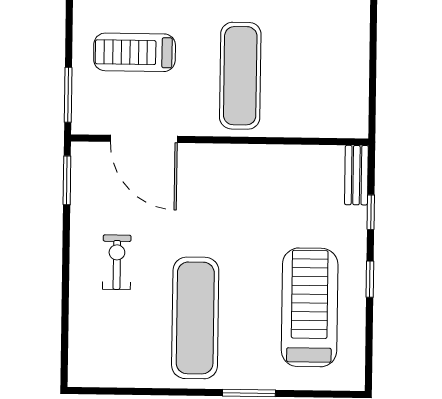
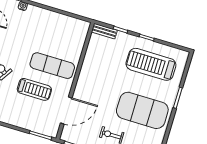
treadmill: (135, 52) -> (34, 89), moved, turned -90
exercise mat: (195, 318) -> (142, 110), width x1.47

